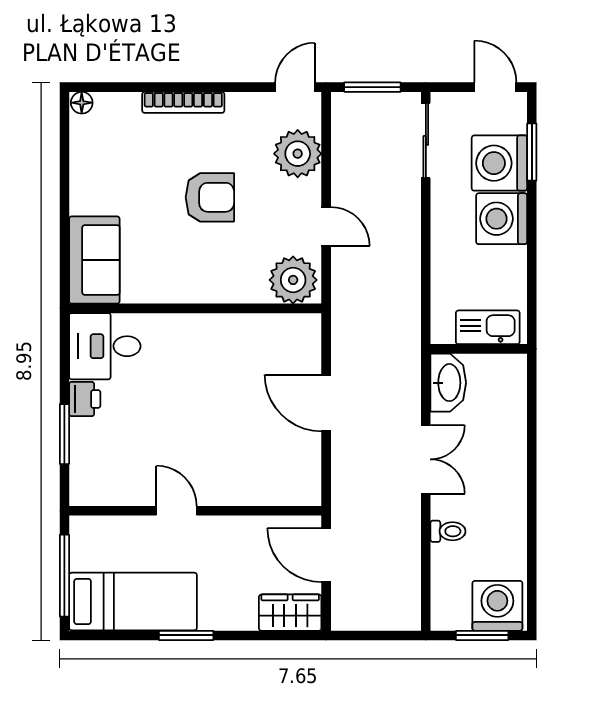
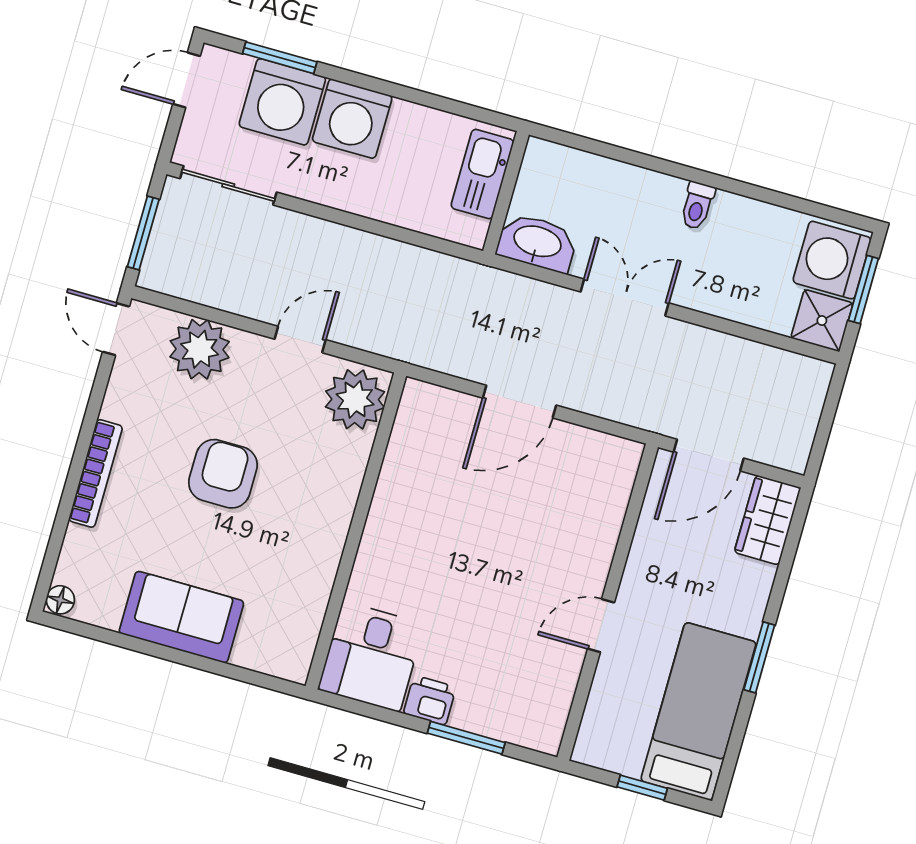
sofa: (94, 260) -> (181, 617), moved
toilet: (448, 531) -> (697, 206), moved, turned 180
window: (64, 576) -> (642, 788), width x0.46
shower: (450, 611) -> (822, 321), added

